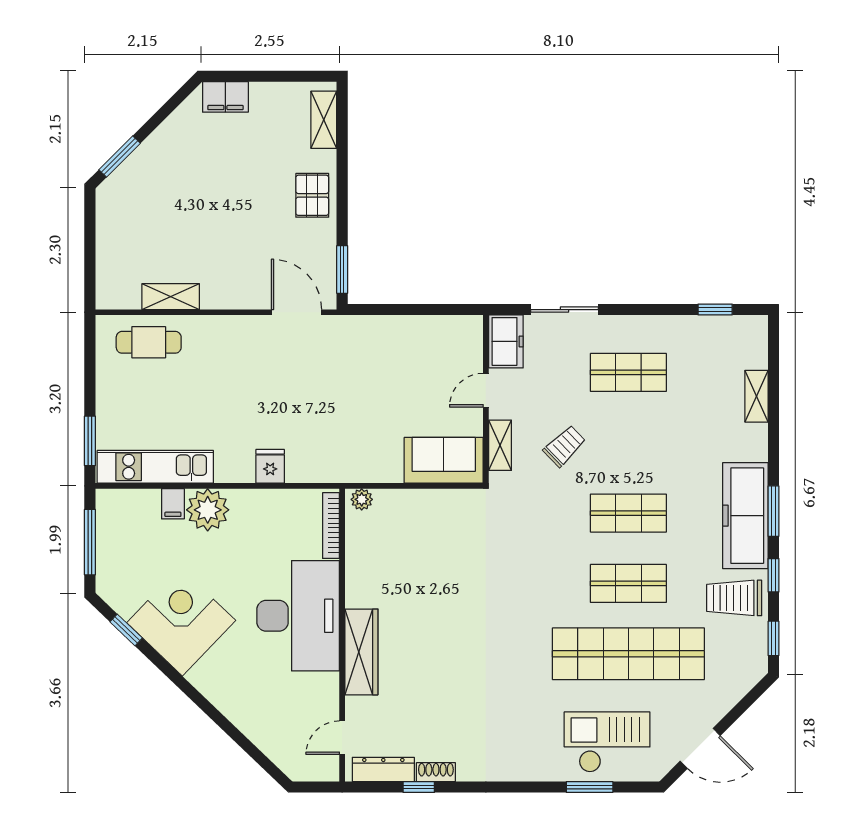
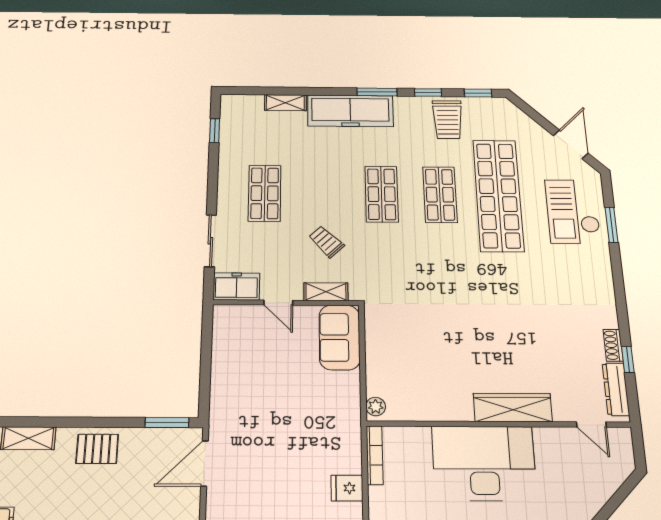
freezer: (745, 516) -> (350, 111), moved
bookcase: (331, 526) -> (375, 455), moved, turned -90

